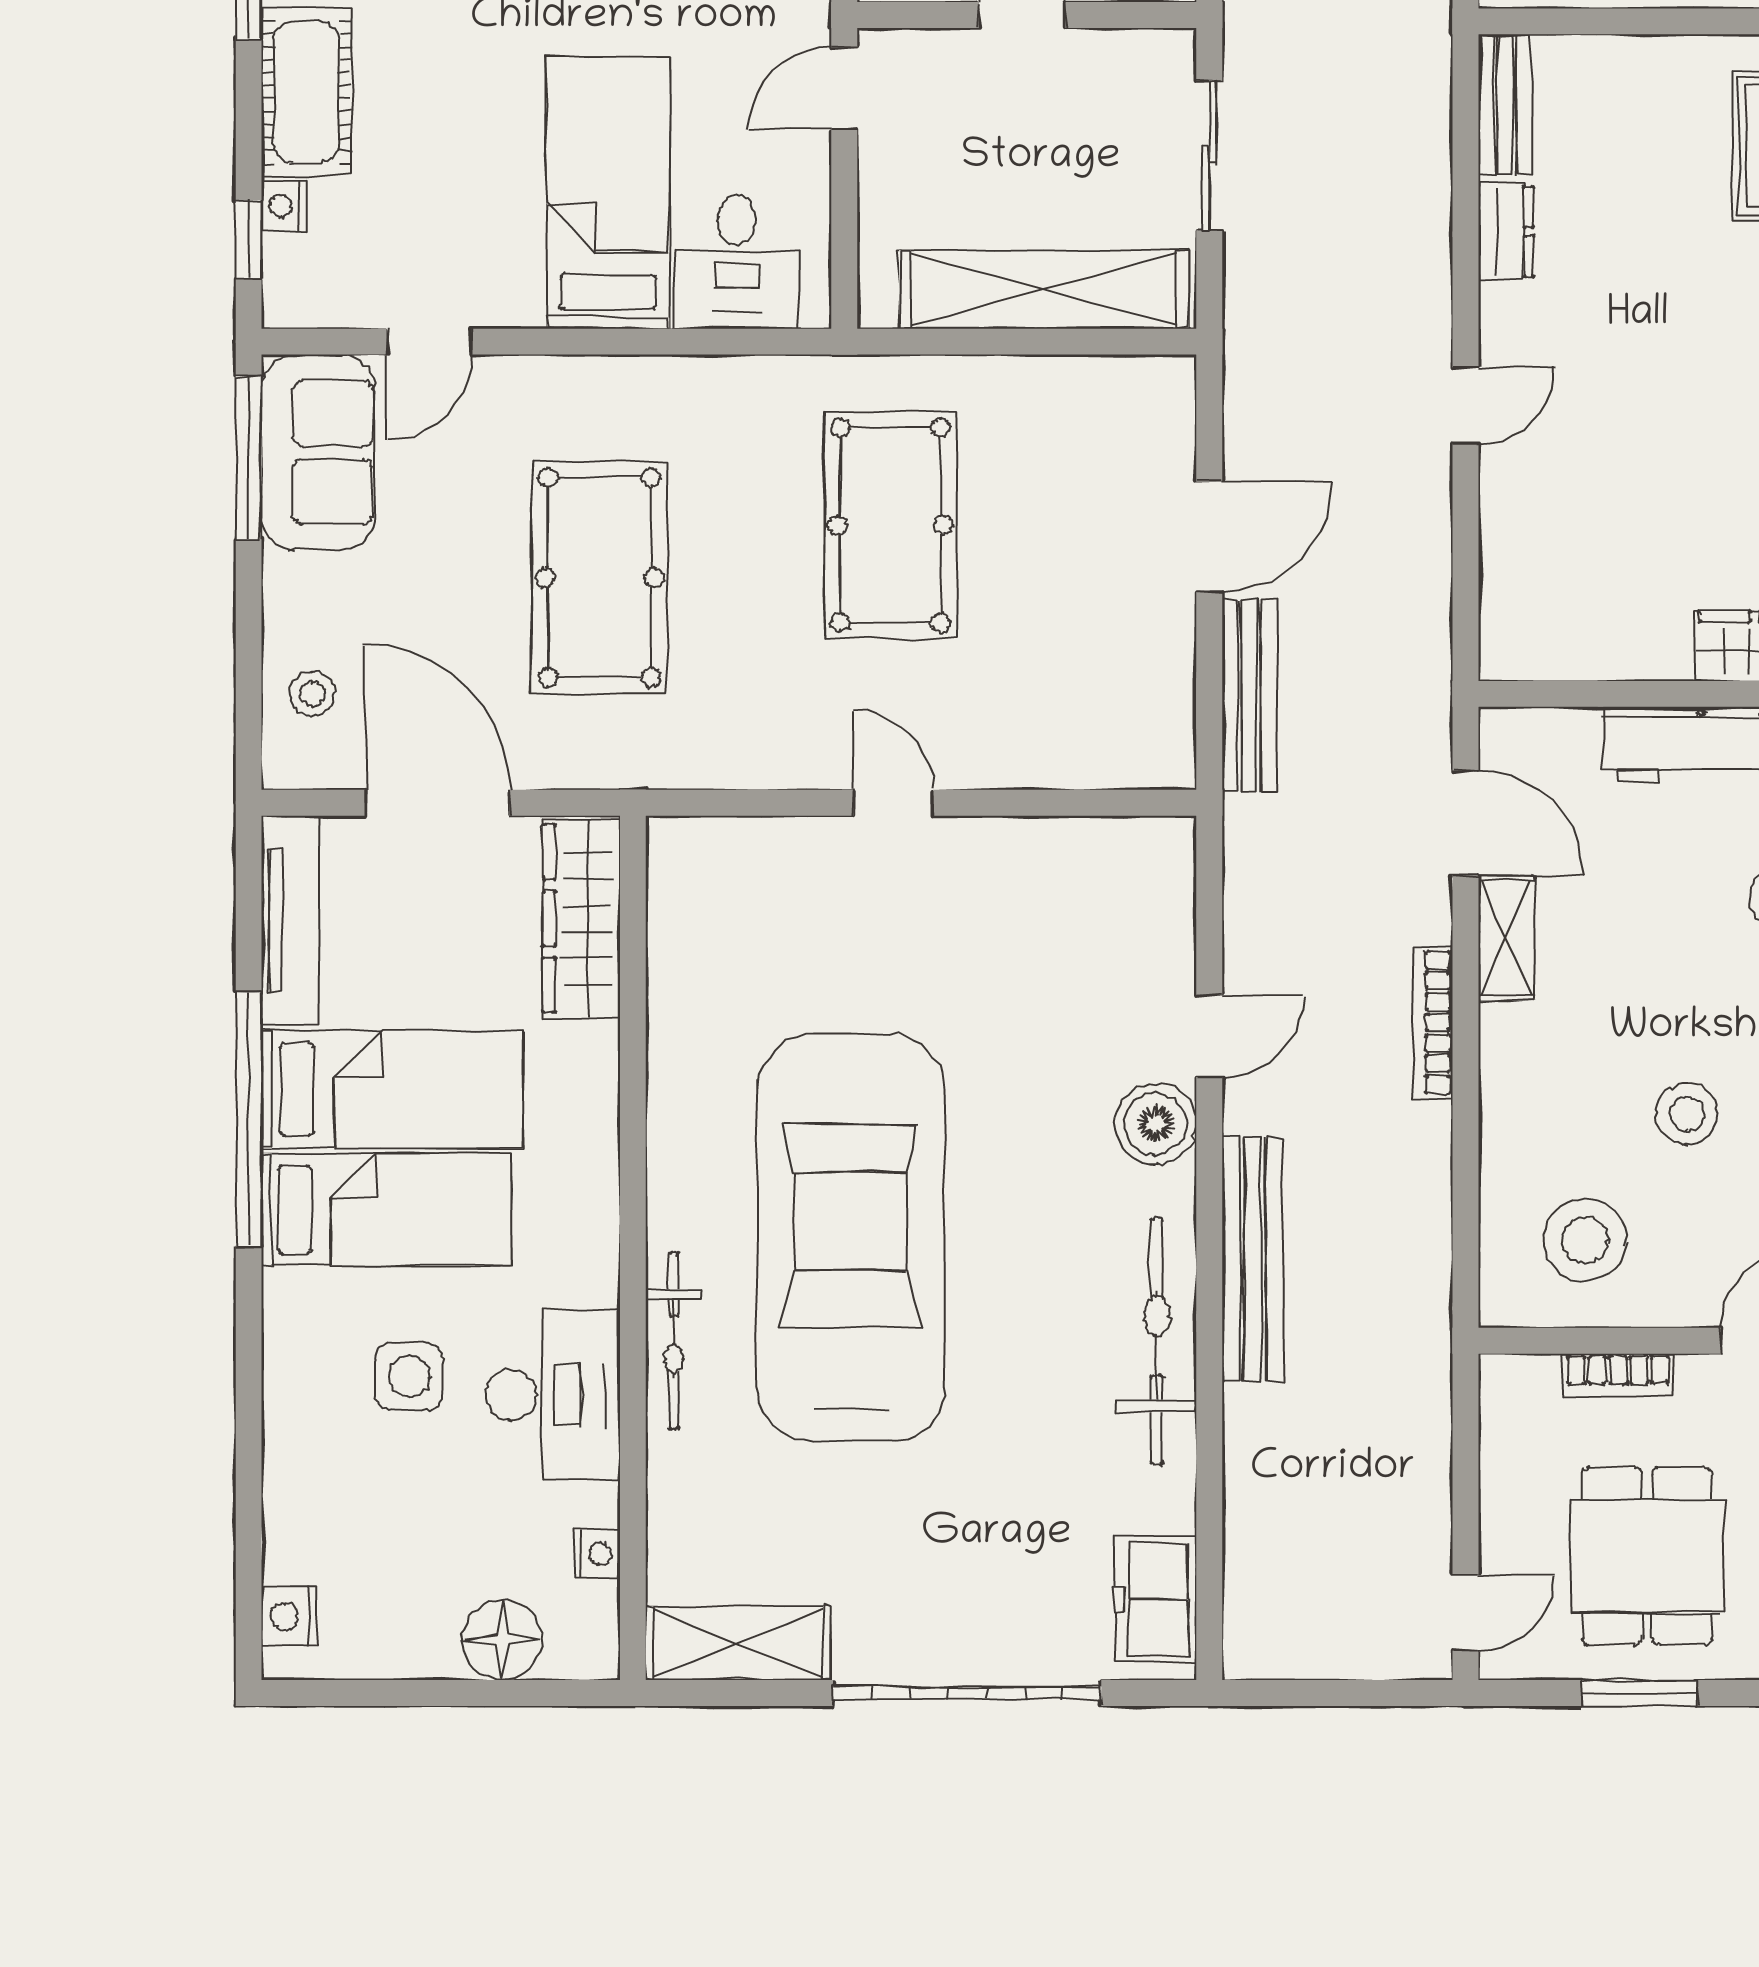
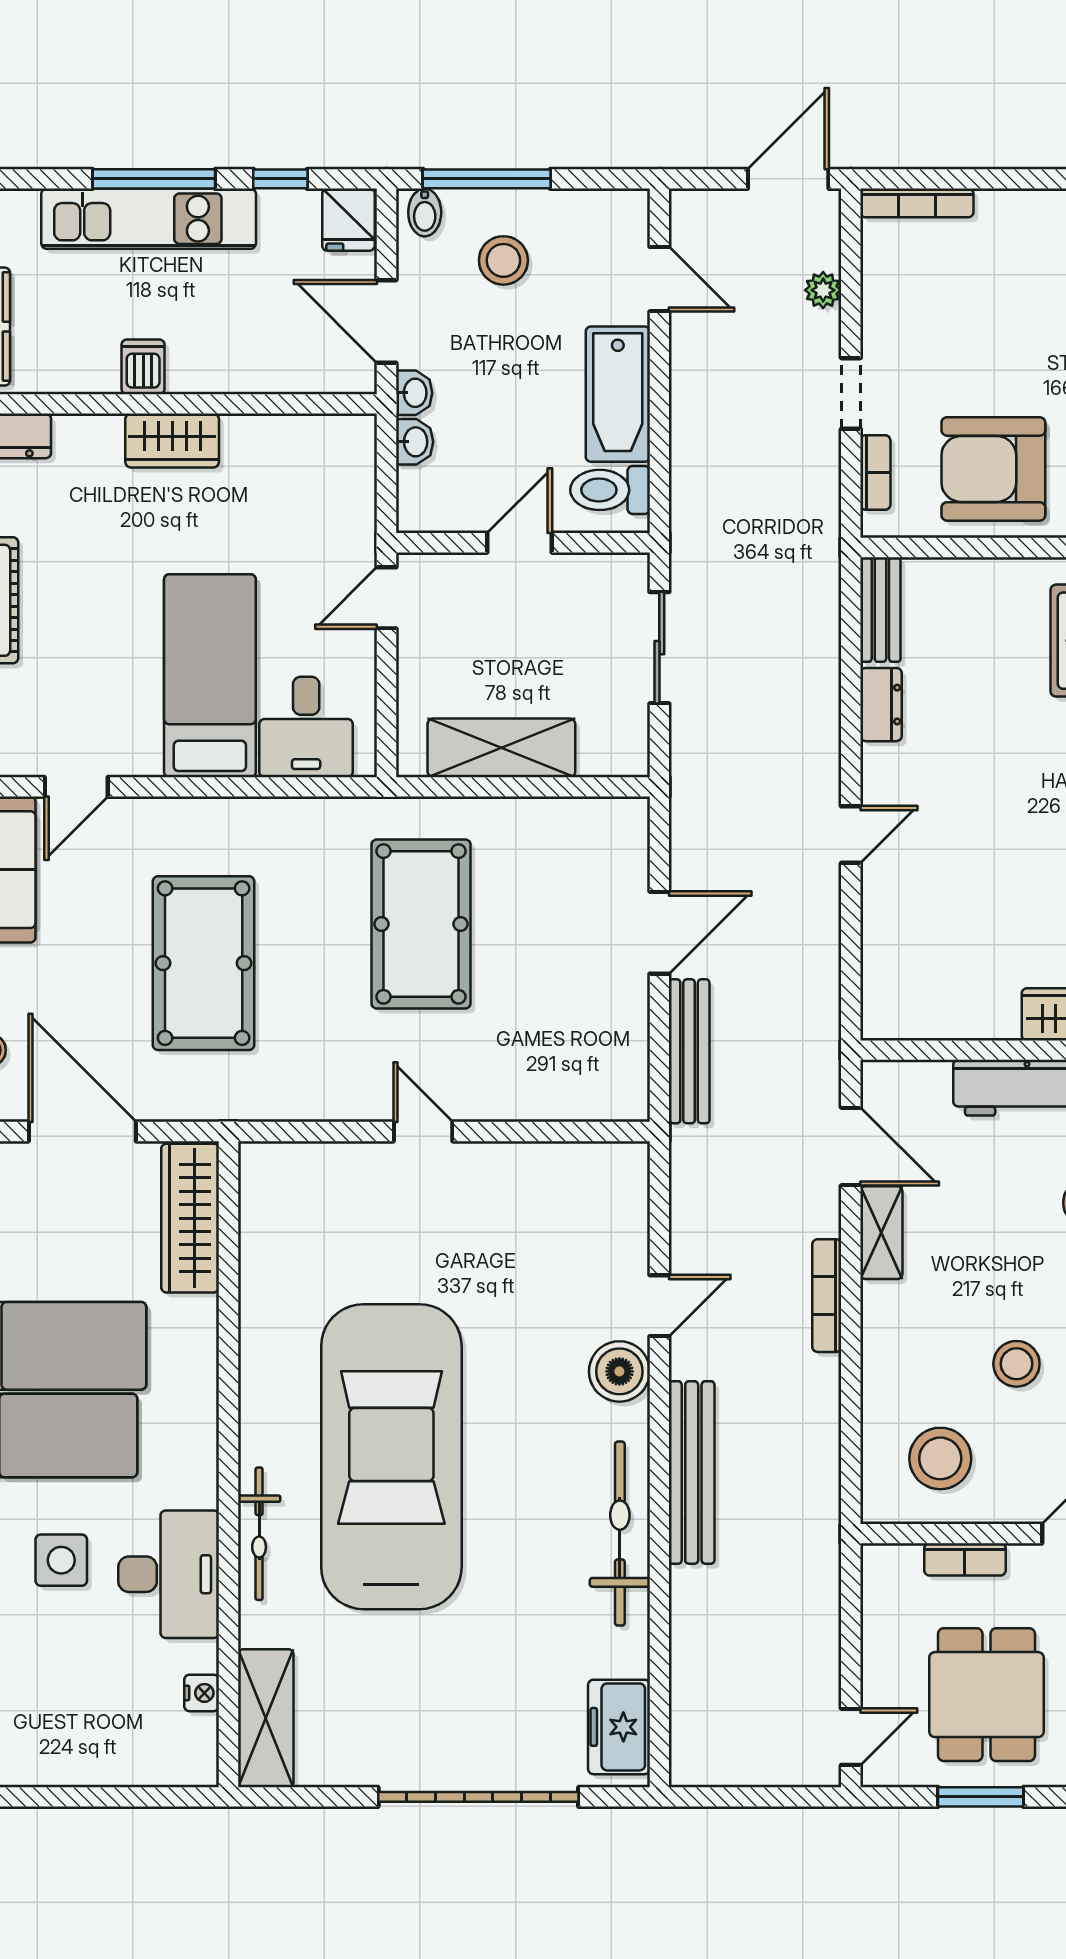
shelving: (1044, 289) -> (501, 748), width x0.68
floor lamp: (502, 1640) -> (131, 1757), removed
shelving: (738, 1643) -> (266, 1718), moved, turned 90

